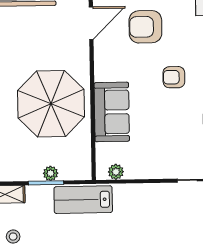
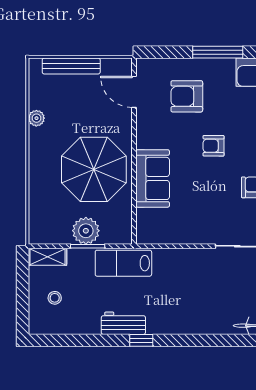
door: (91, 23) -> (134, 92), swing flipped
plant: (116, 172) -> (156, 237), removed
plant: (51, 173) -> (86, 231), width x1.88, depth x1.88

